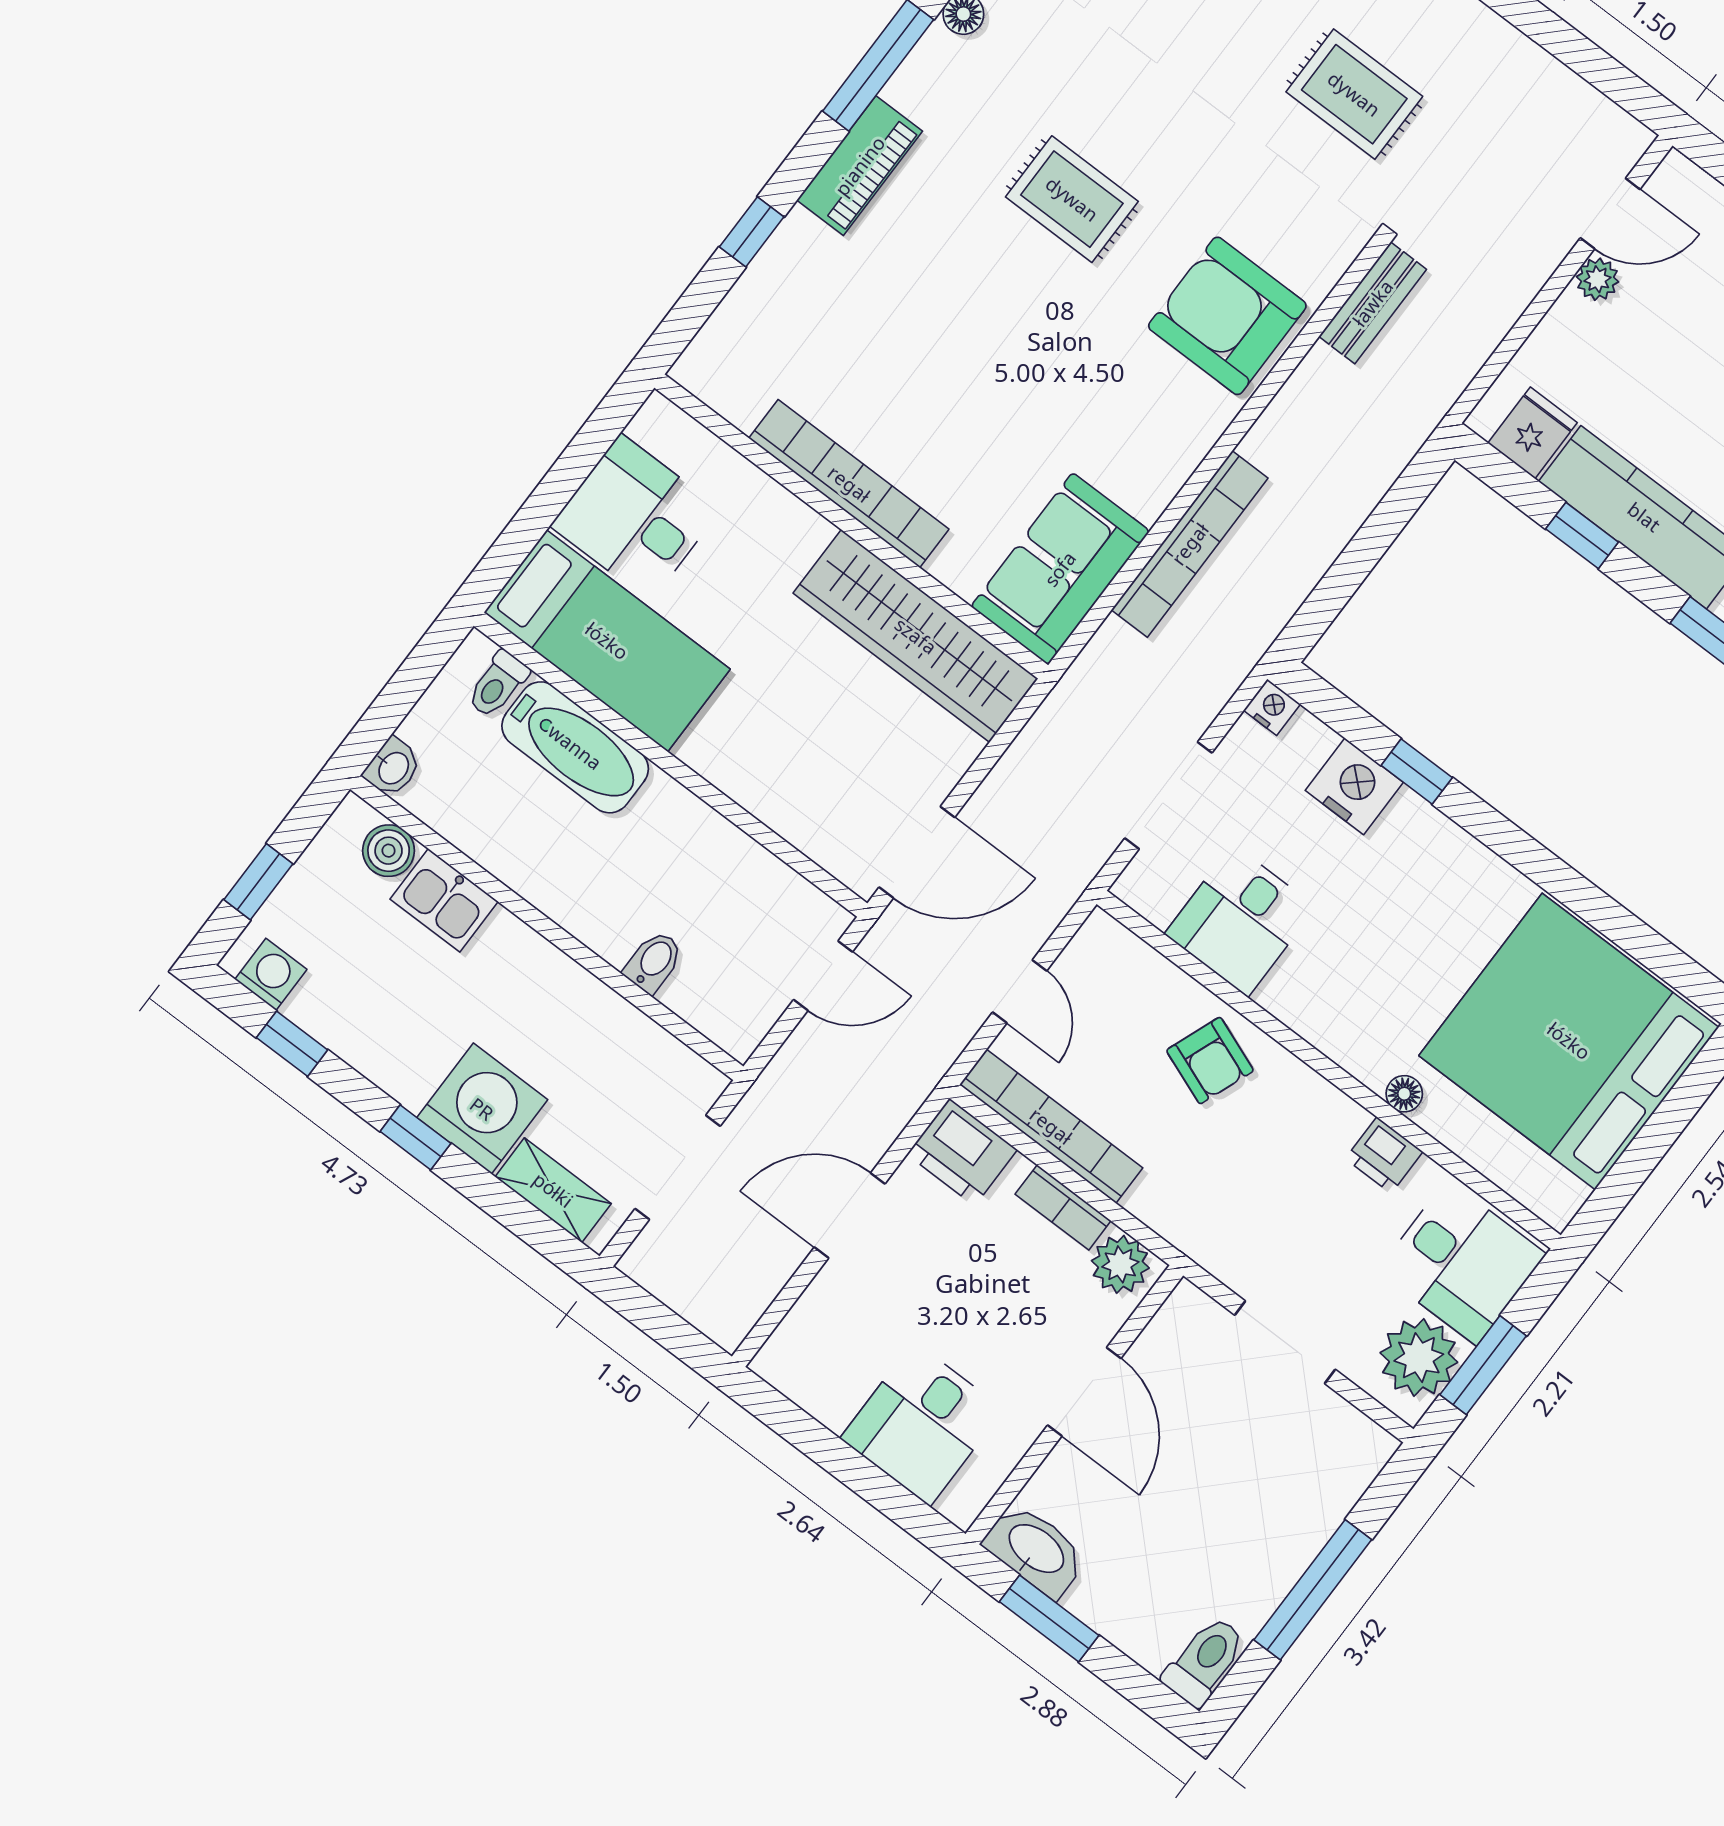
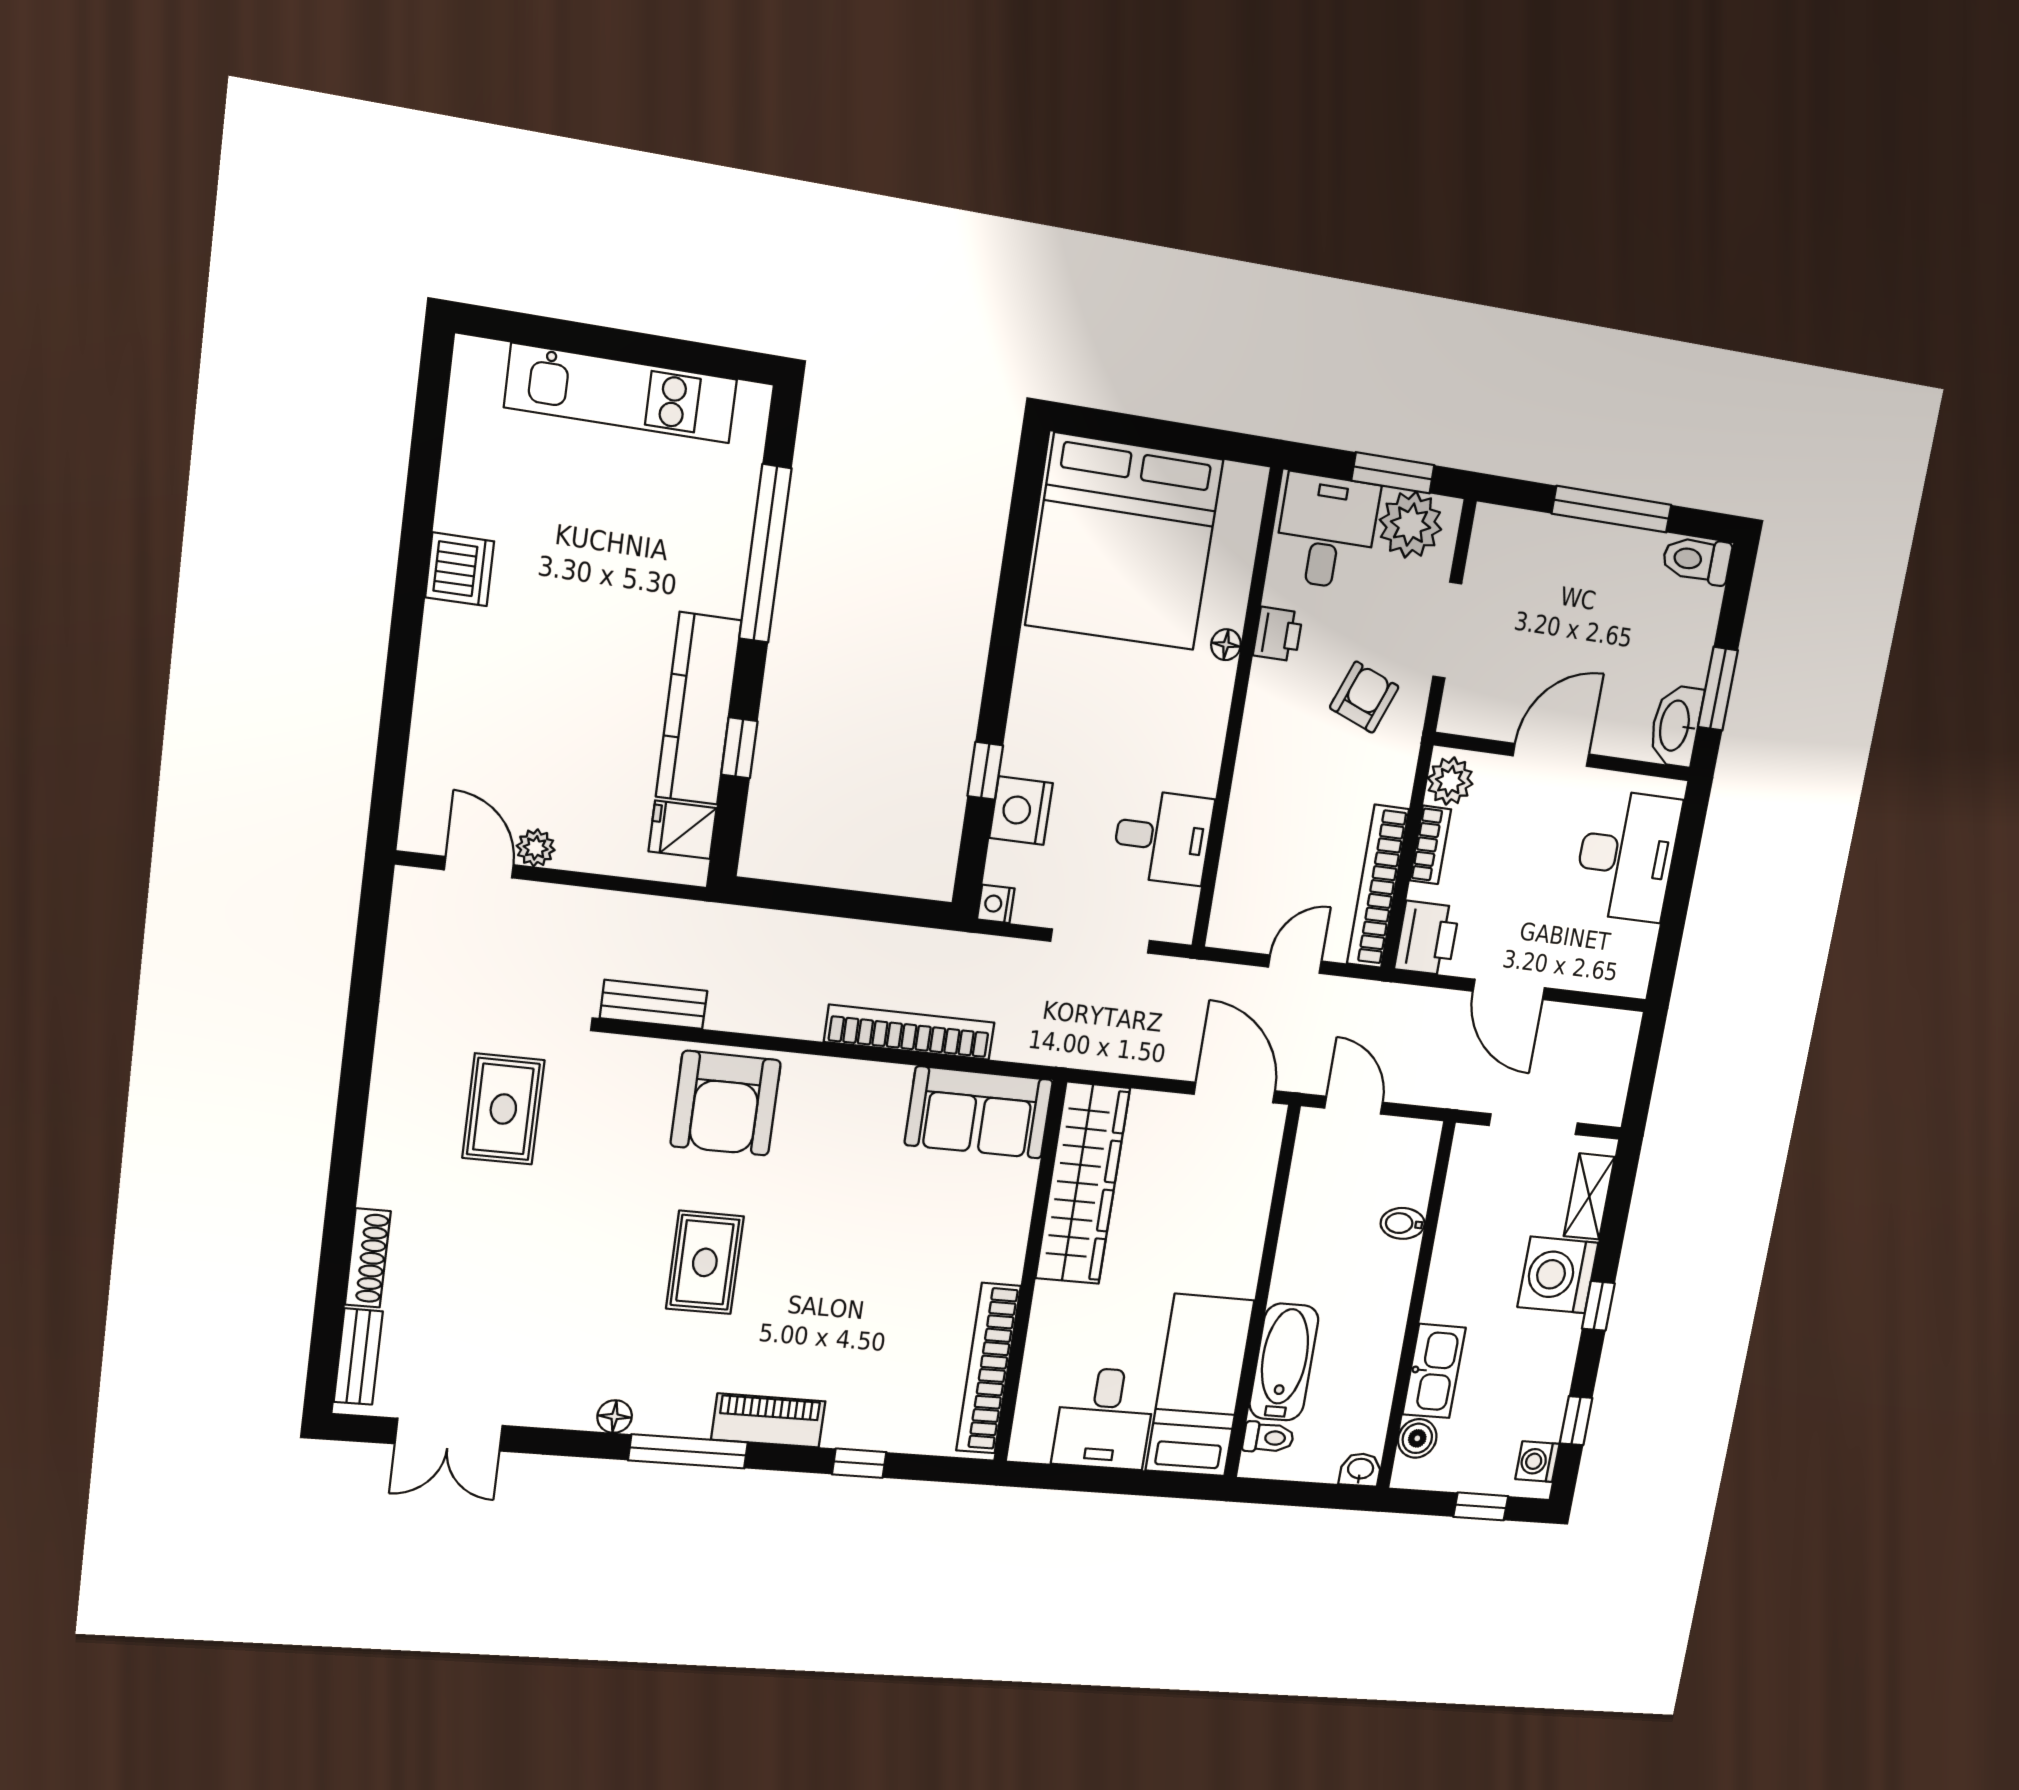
bookcase: (849, 484) -> (988, 1368), moved
kitchen sink: (444, 900) -> (1434, 1371), width x1.38
armchair: (1210, 1061) -> (1364, 697), moved
desk: (922, 1424) -> (1627, 856), width x1.37

